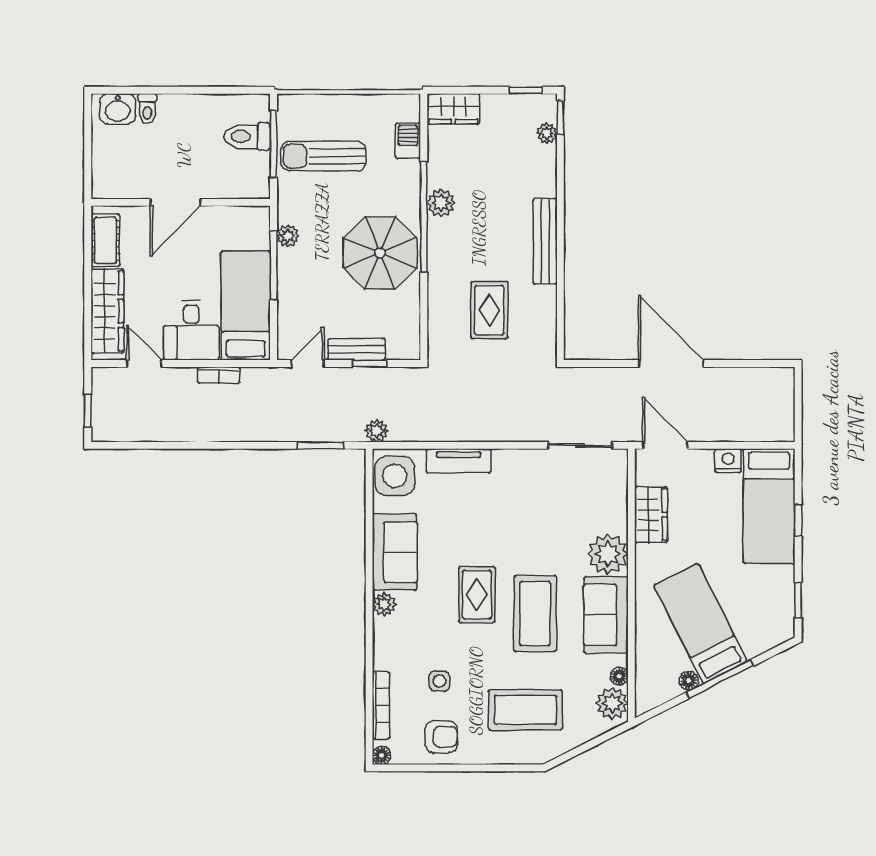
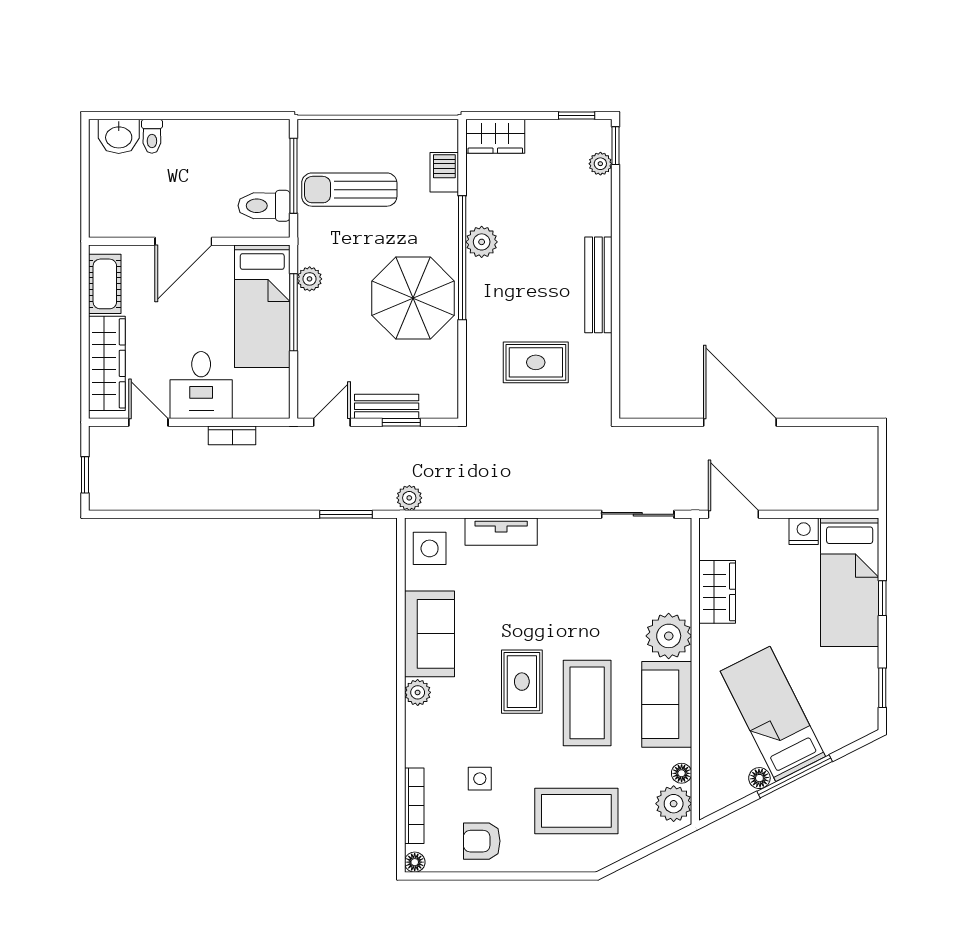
toilet: (247, 136) -> (264, 206), moved
bed: (246, 306) -> (262, 306), moved, turned 180
rug: (489, 310) -> (536, 362), turned 90
side table: (395, 476) -> (430, 548), width x0.73, depth x0.73
armchair: (441, 737) -> (482, 841), turned 180

